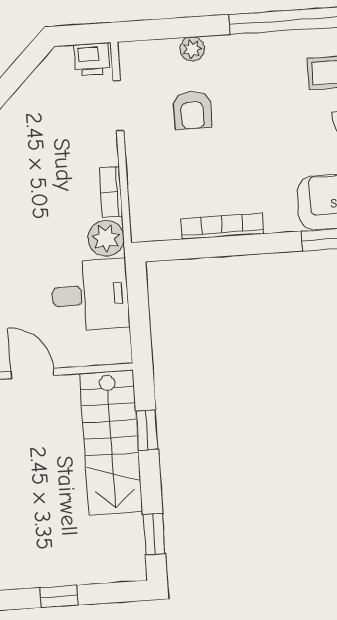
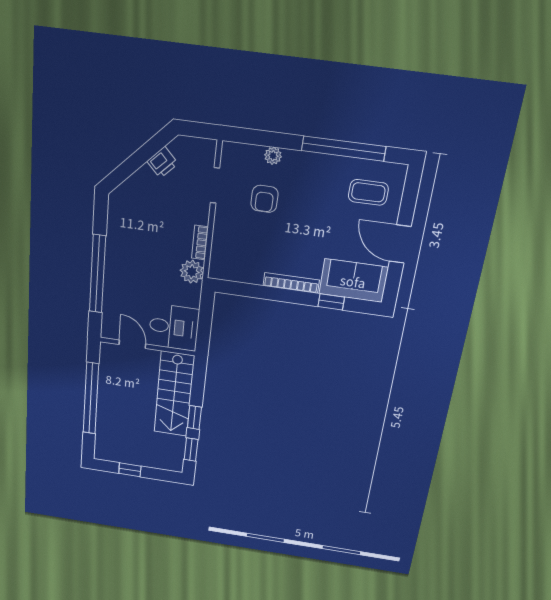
printer: (92, 59) -> (162, 162), moved, turned -45
bookcase: (222, 226) -> (291, 283), moved
desk: (90, 295) -> (174, 327), moved
window: (147, 430) -> (194, 417), moved

